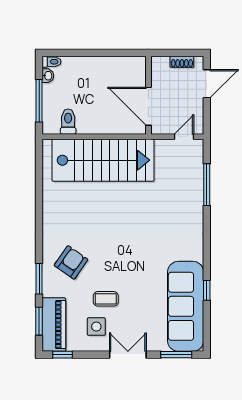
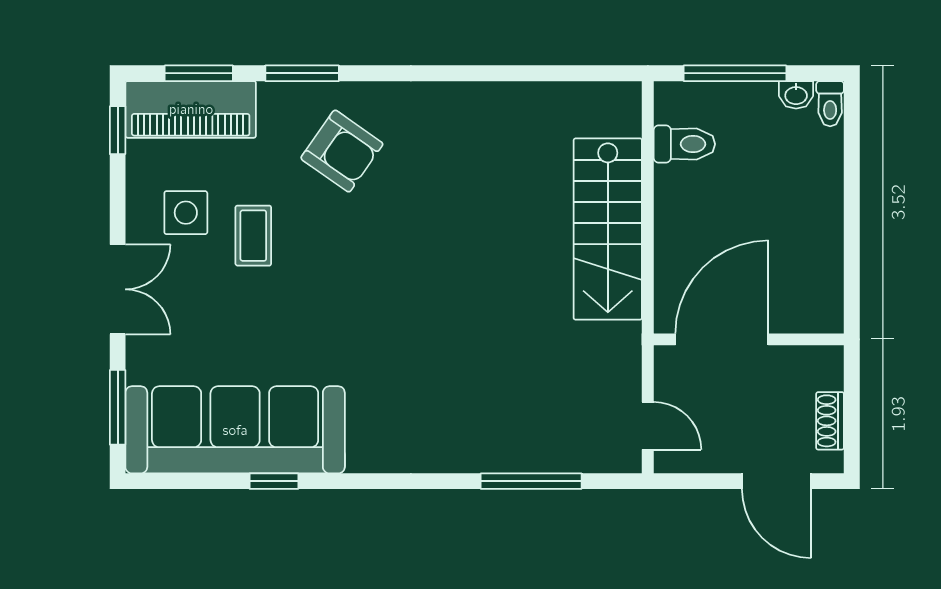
stairs: (103, 160) -> (608, 229), width x0.73, depth x0.66

